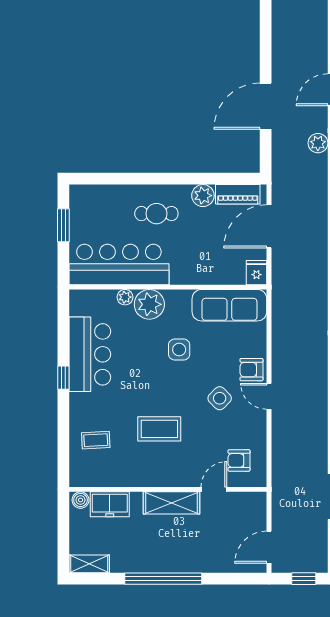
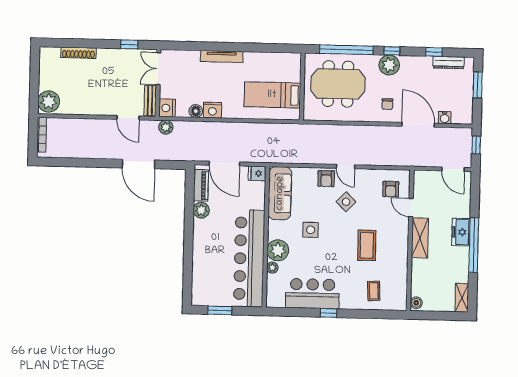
cafe table: (156, 214) -> (213, 244), removed
bar counter: (119, 264) -> (249, 258), width x1.36
door: (269, 396) -> (346, 167), hinge flipped
freezer: (110, 504) -> (461, 232), moved, turned 180

